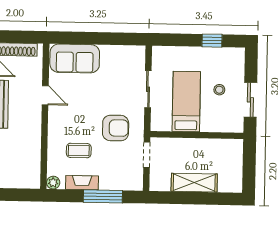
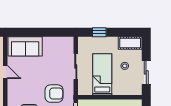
window: (212, 41) -> (99, 32), moved
cot: (228, 56) -> (130, 43), added

